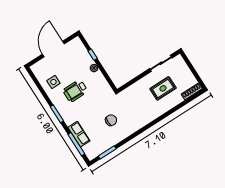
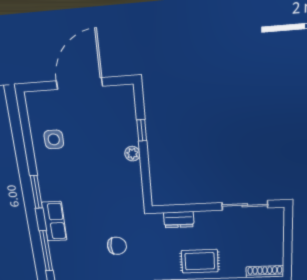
dresser: (134, 88) -> (179, 220), added
rug: (163, 88) -> (200, 261), moved
wheelchair: (75, 91) -> (83, 173), removed
row of seats: (79, 134) -> (54, 221), moved

